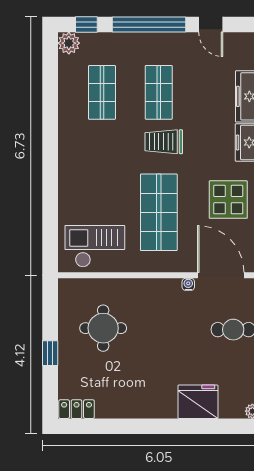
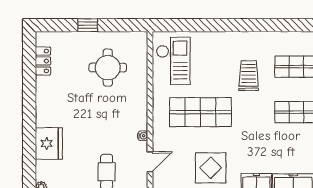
trolley: (164, 142) -> (249, 76), moved
door: (221, 275) -> (150, 162), width x0.53
locker: (77, 409) -> (43, 61), moved

